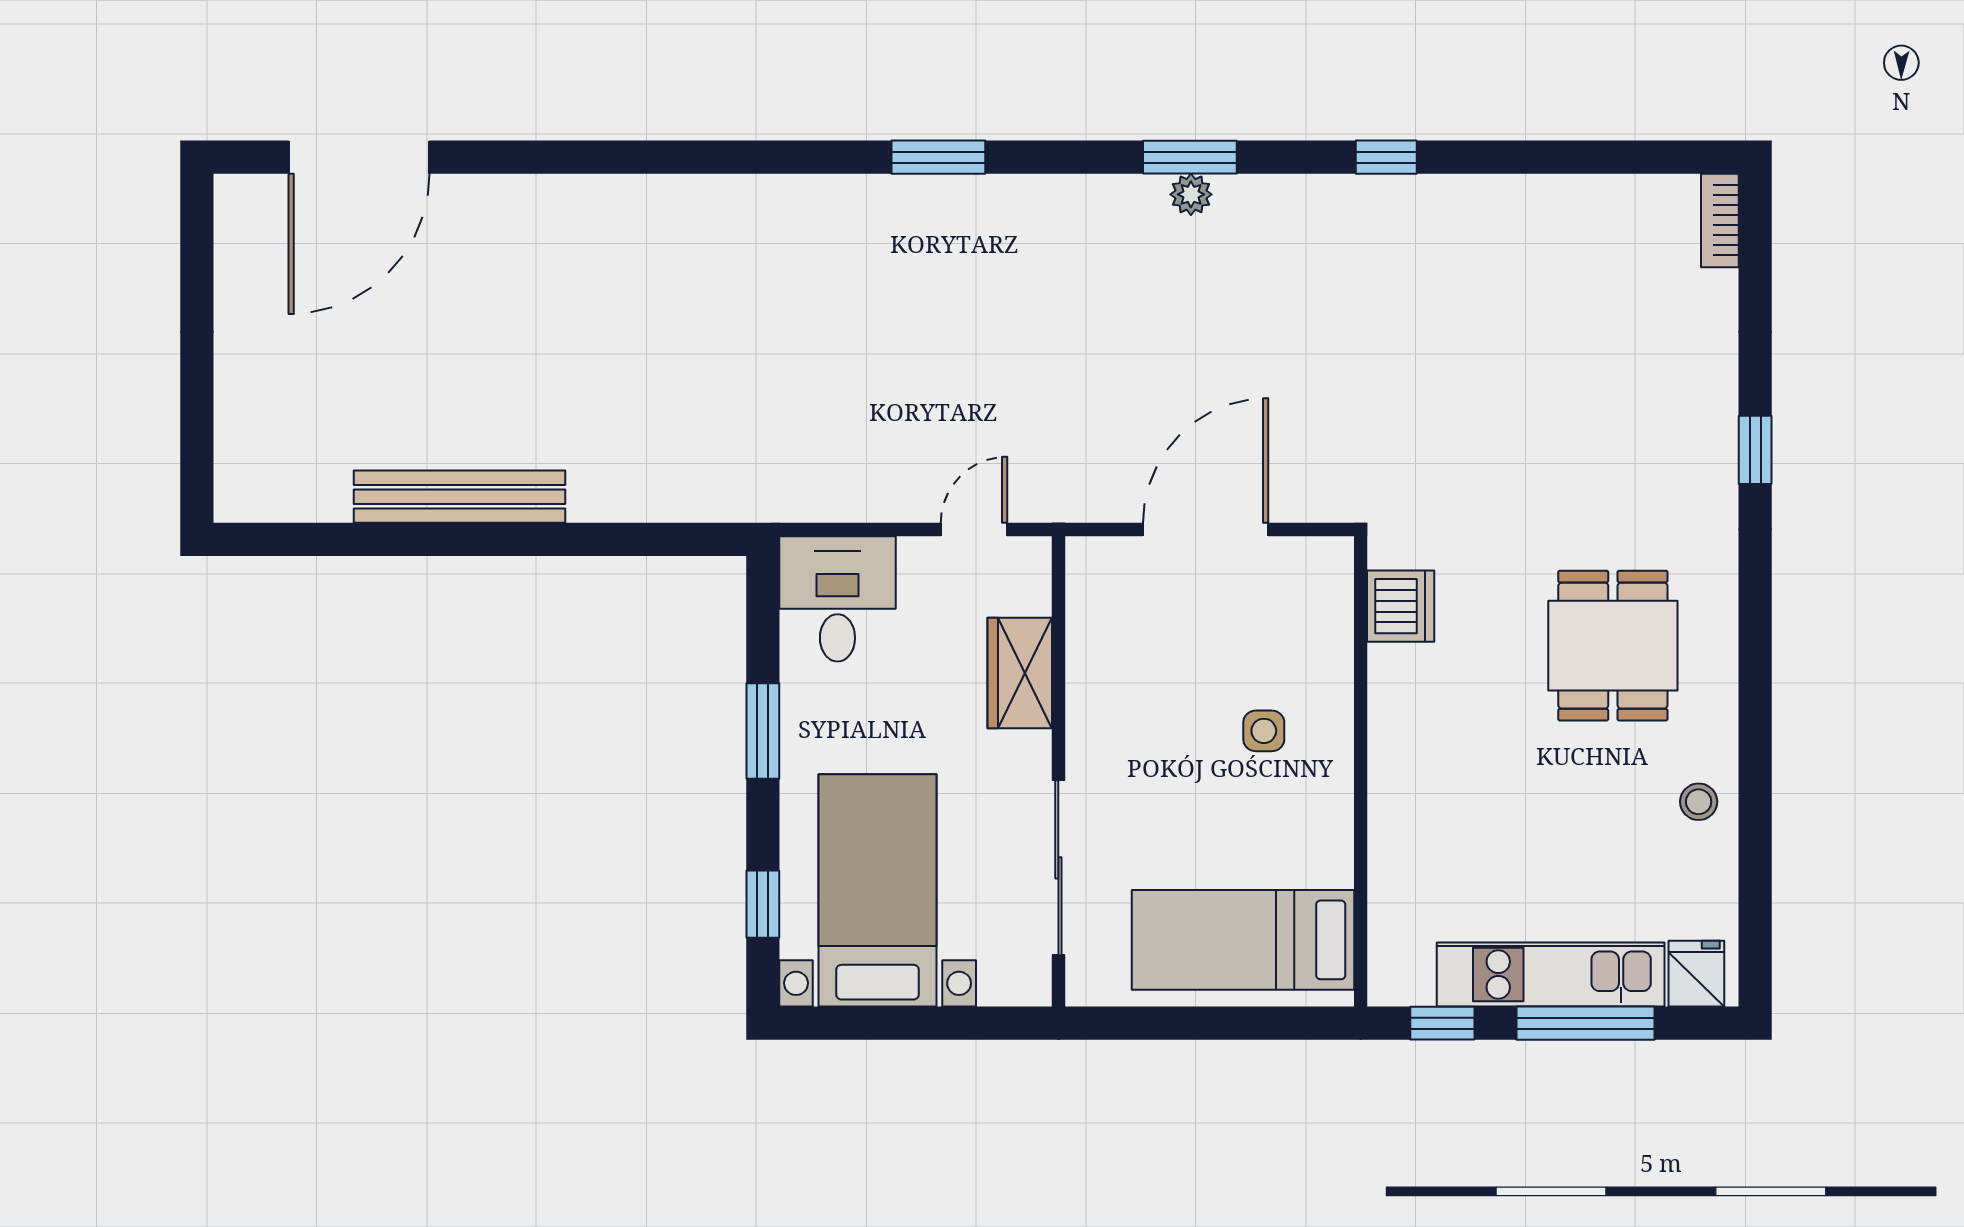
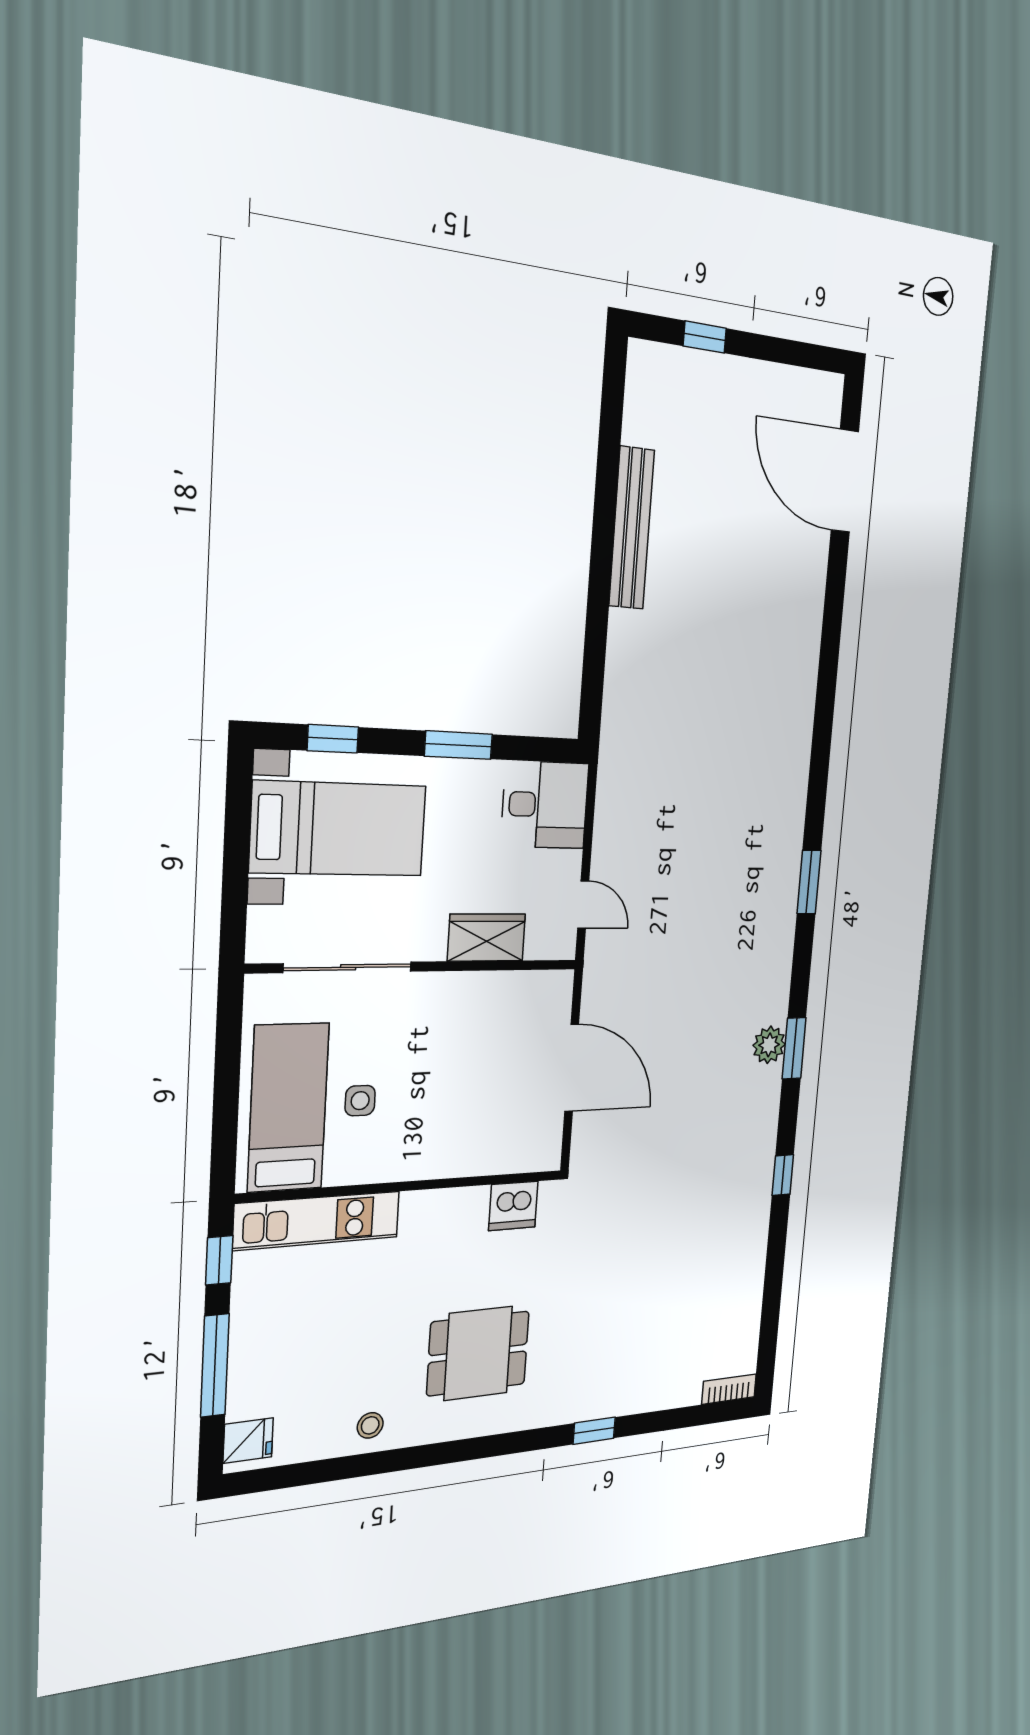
plant: (1191, 194) -> (769, 1045), width x1.38, depth x1.38
window: (197, 406) -> (705, 337), added
side table: (1264, 731) -> (360, 1101), moved
kitchen unit: (1551, 974) -> (317, 1221), moved, turned 90

